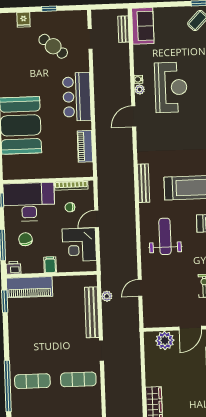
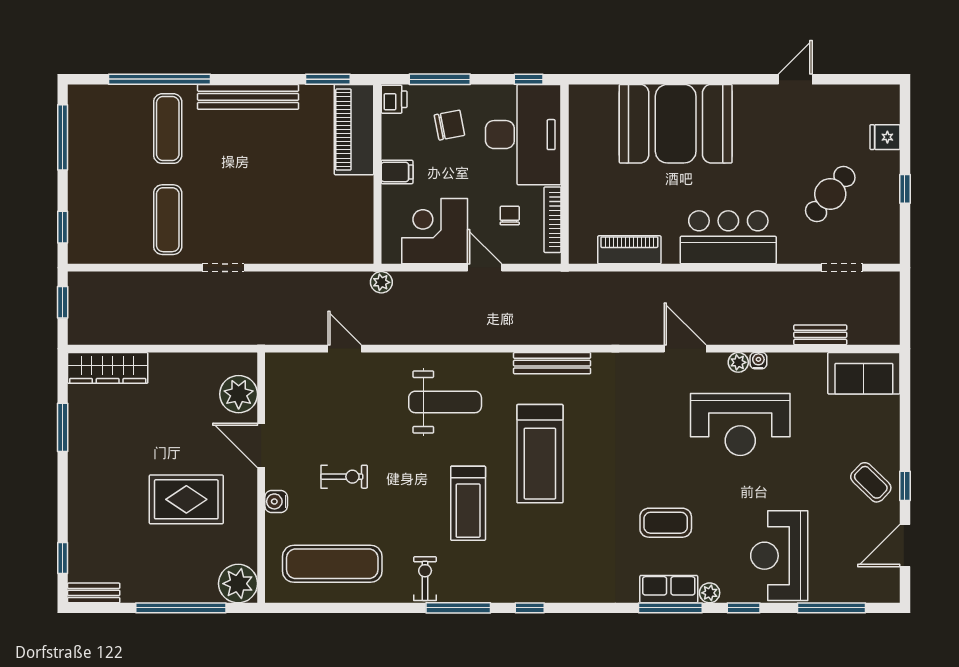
bench: (124, 29) -> (820, 335), moved
plant: (107, 296) -> (381, 282), moved
bench: (92, 312) -> (248, 97), moved

